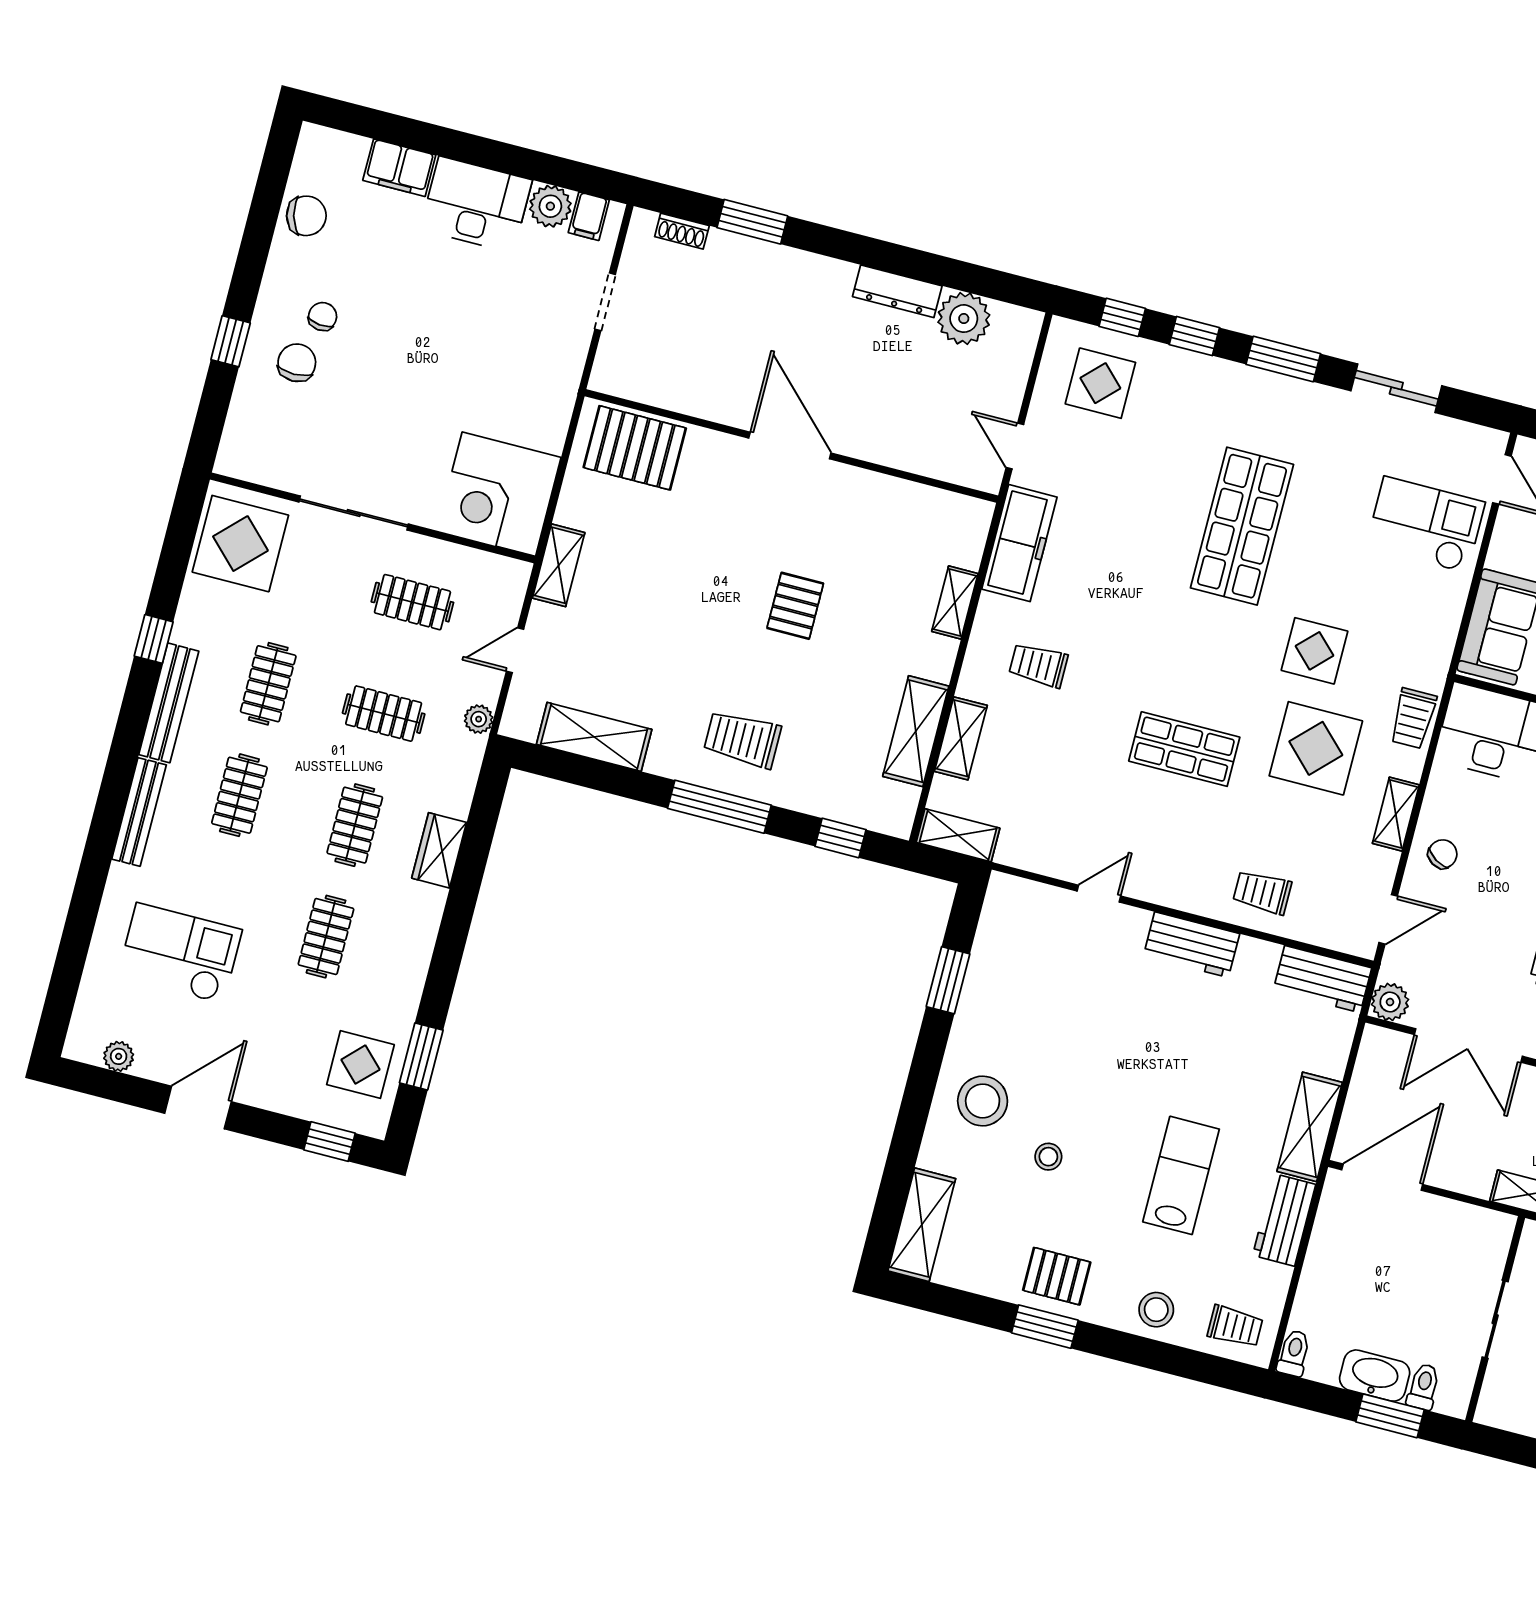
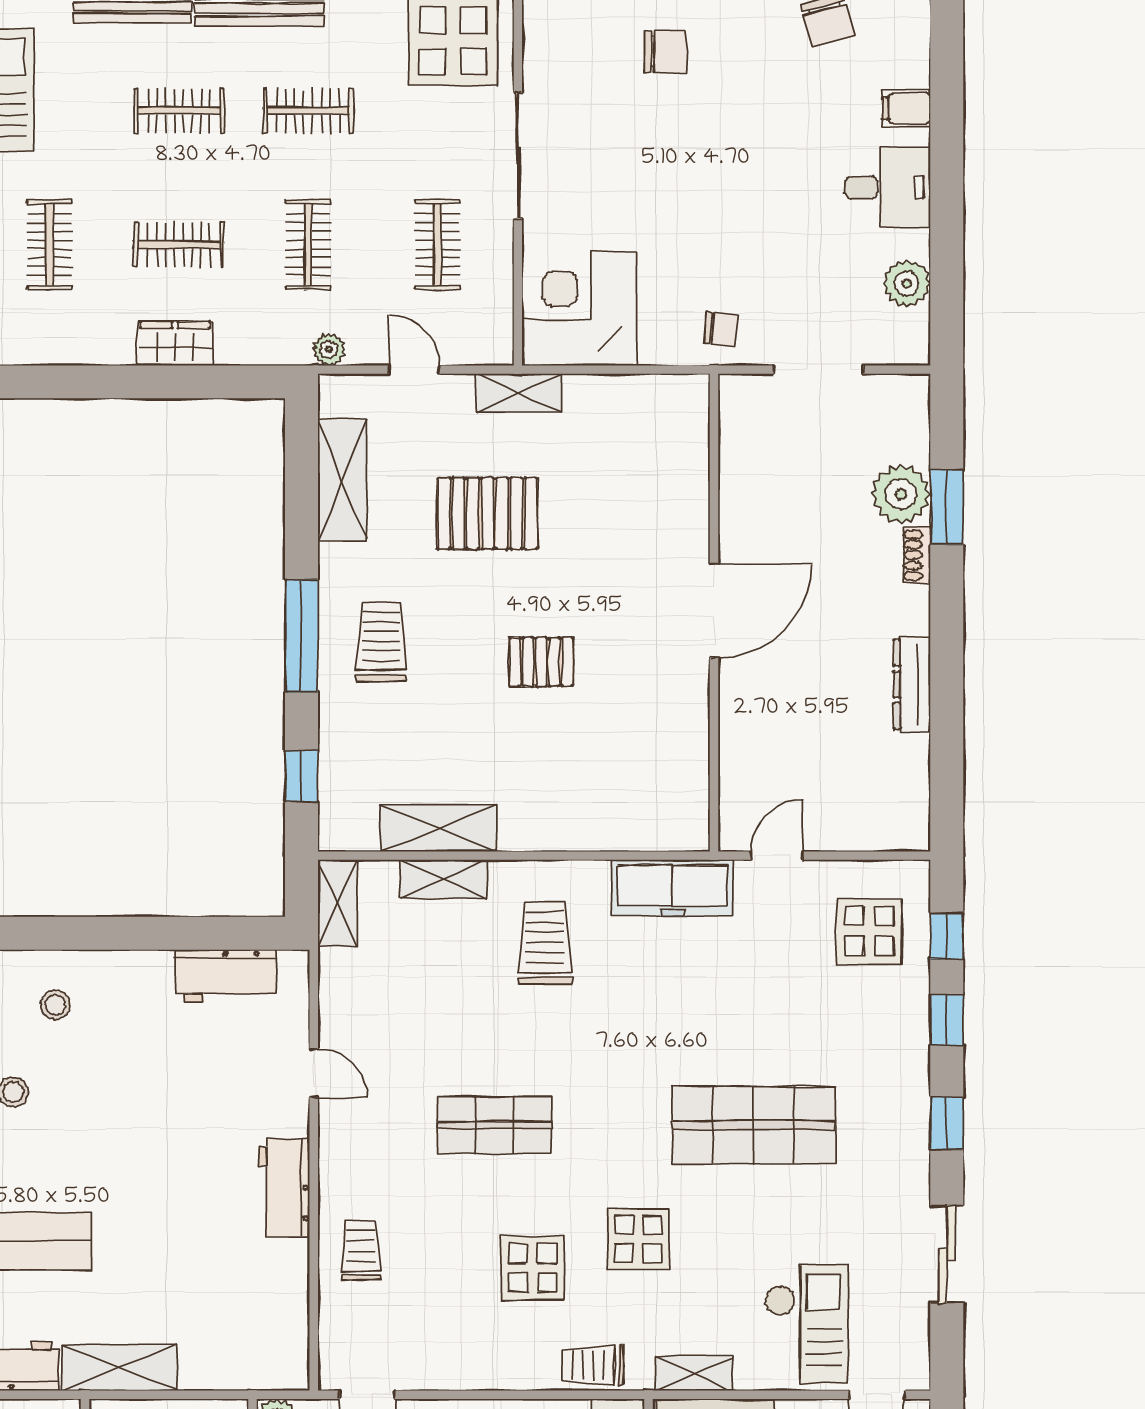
filing cabinet: (399, 168) -> (906, 108), width x0.50
desk: (476, 205) -> (888, 187), width x0.73
filing cabinet: (589, 216) -> (907, 328), removed
shoe rack: (682, 231) -> (917, 555), moved
doorway: (605, 302) -> (818, 370), width x1.38
chair: (323, 317) -> (721, 329), moved
plant: (964, 319) -> (901, 494), moved
window: (1283, 359) -> (947, 1123), width x0.67
pallet: (635, 448) -> (487, 513), moved, turned 90
shelving: (955, 602) -> (590, 834), removed
trolley: (1038, 665) -> (545, 943), width x1.36, depth x1.39
display table: (1316, 748) -> (533, 1268), width x0.73, depth x0.73
shop shelf: (1184, 749) -> (495, 1125), turned 90
shelving: (1396, 814) -> (694, 1373), moved
clothes rail: (326, 937) -> (50, 245), turned 90
workbench: (1322, 979) -> (226, 976), moved, turned -90
window: (948, 980) -> (177, 933), removed
stool: (983, 1101) -> (55, 1005), width x0.53, depth x0.53

